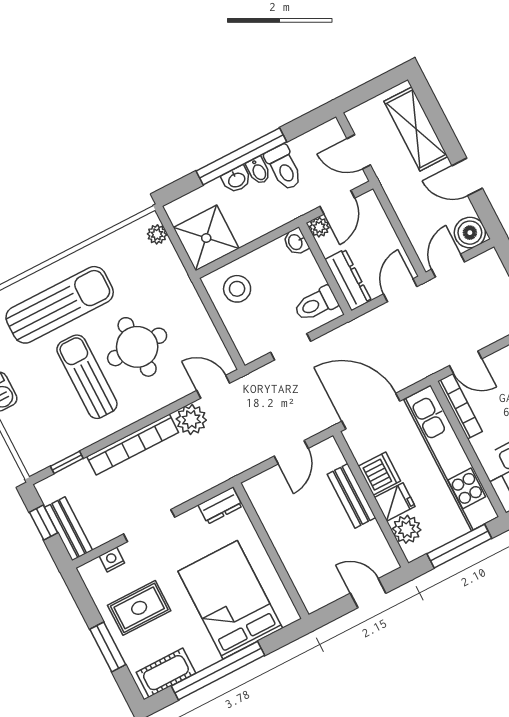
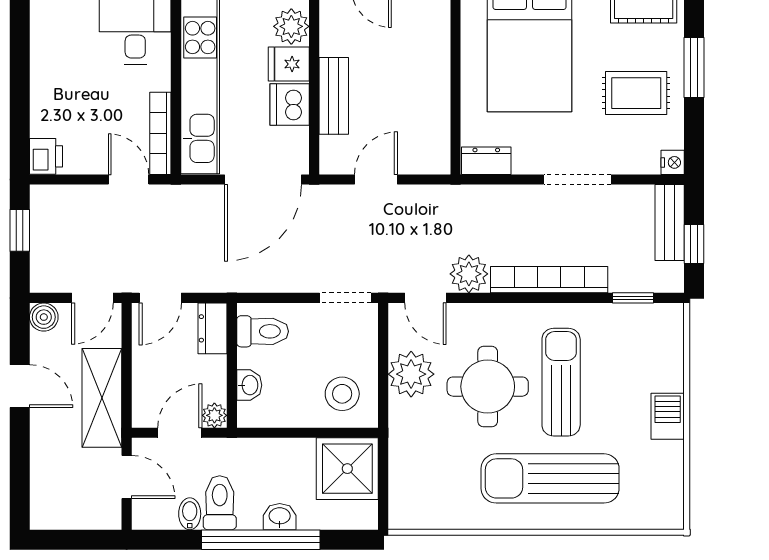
shelving: (416, 129) -> (102, 398), moved
bidet: (259, 171) -> (190, 514), moved
boiler: (470, 233) -> (44, 317), width x0.73, depth x0.73
plant: (157, 234) -> (411, 374), moved, width x1.87, depth x1.87
washbasin: (296, 242) -> (249, 385), moved
dresser: (348, 280) -> (213, 328), width x0.70
doorway: (291, 347) -> (345, 298), moved
sun lounger: (87, 377) -> (561, 382), turned 180
door: (371, 411) -> (263, 180), hinge flipped
nightstand: (112, 559) -> (673, 162), moved, turned -90

